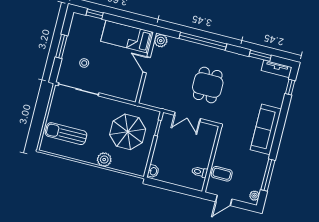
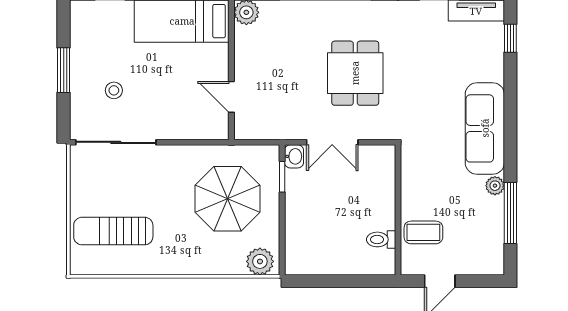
door: (147, 65) -> (231, 97), moved
plant: (104, 160) -> (260, 261), moved
washbasin: (153, 171) -> (294, 156), moved
plant: (254, 196) -> (495, 186), moved

